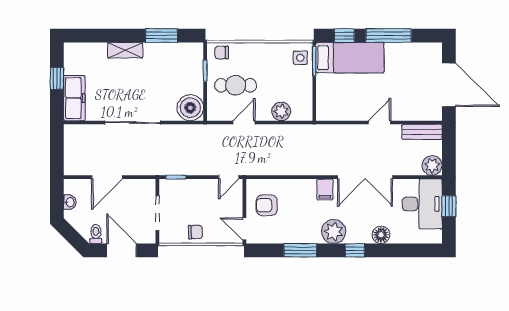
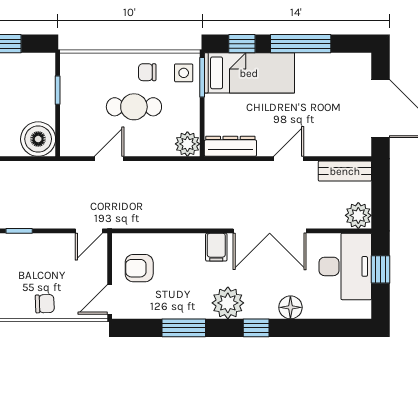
chair: (222, 53) -> (147, 72), moved
cafe table: (236, 85) -> (134, 107), moved
plant: (281, 111) -> (187, 144), moved
dresser: (336, 113) -> (230, 146), added
door: (244, 229) -> (110, 299), hinge flipped

